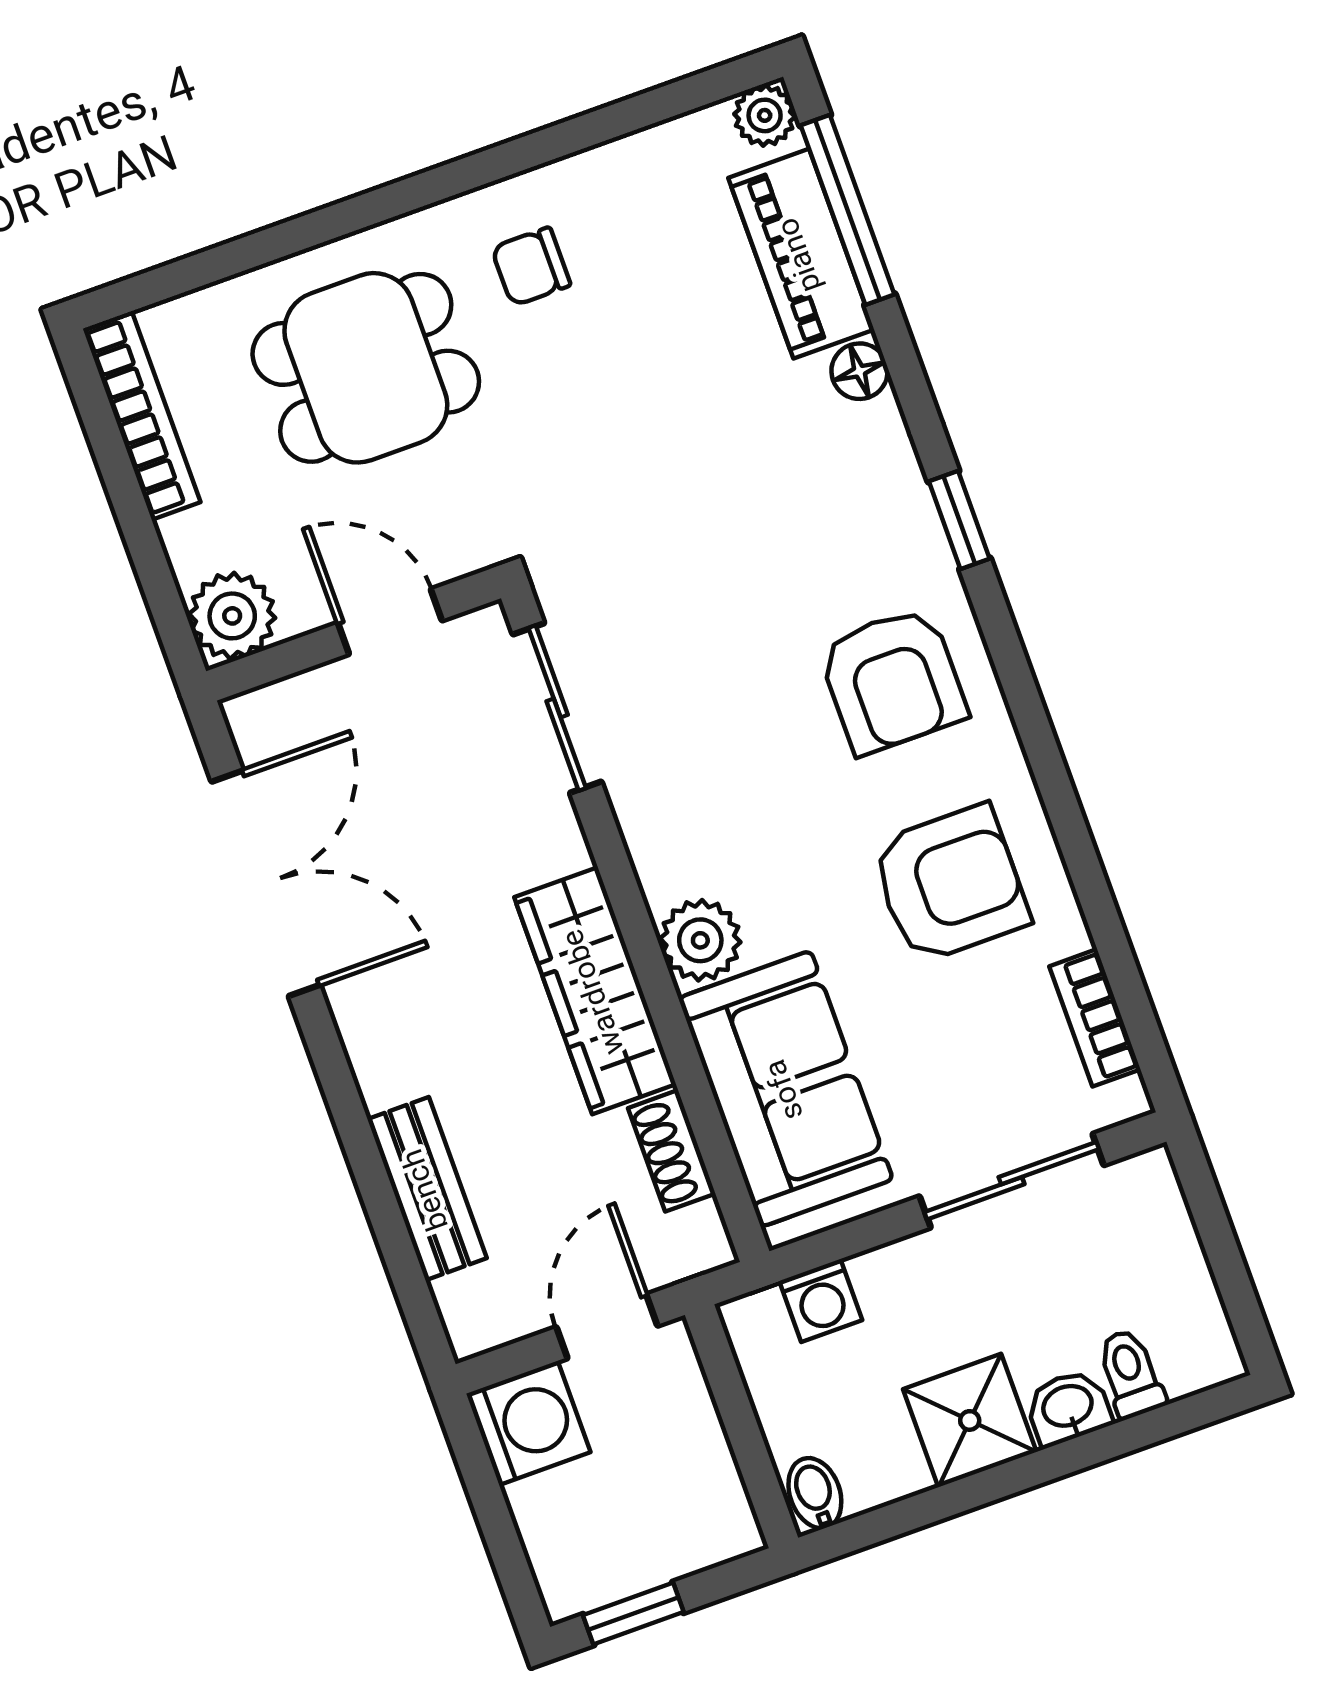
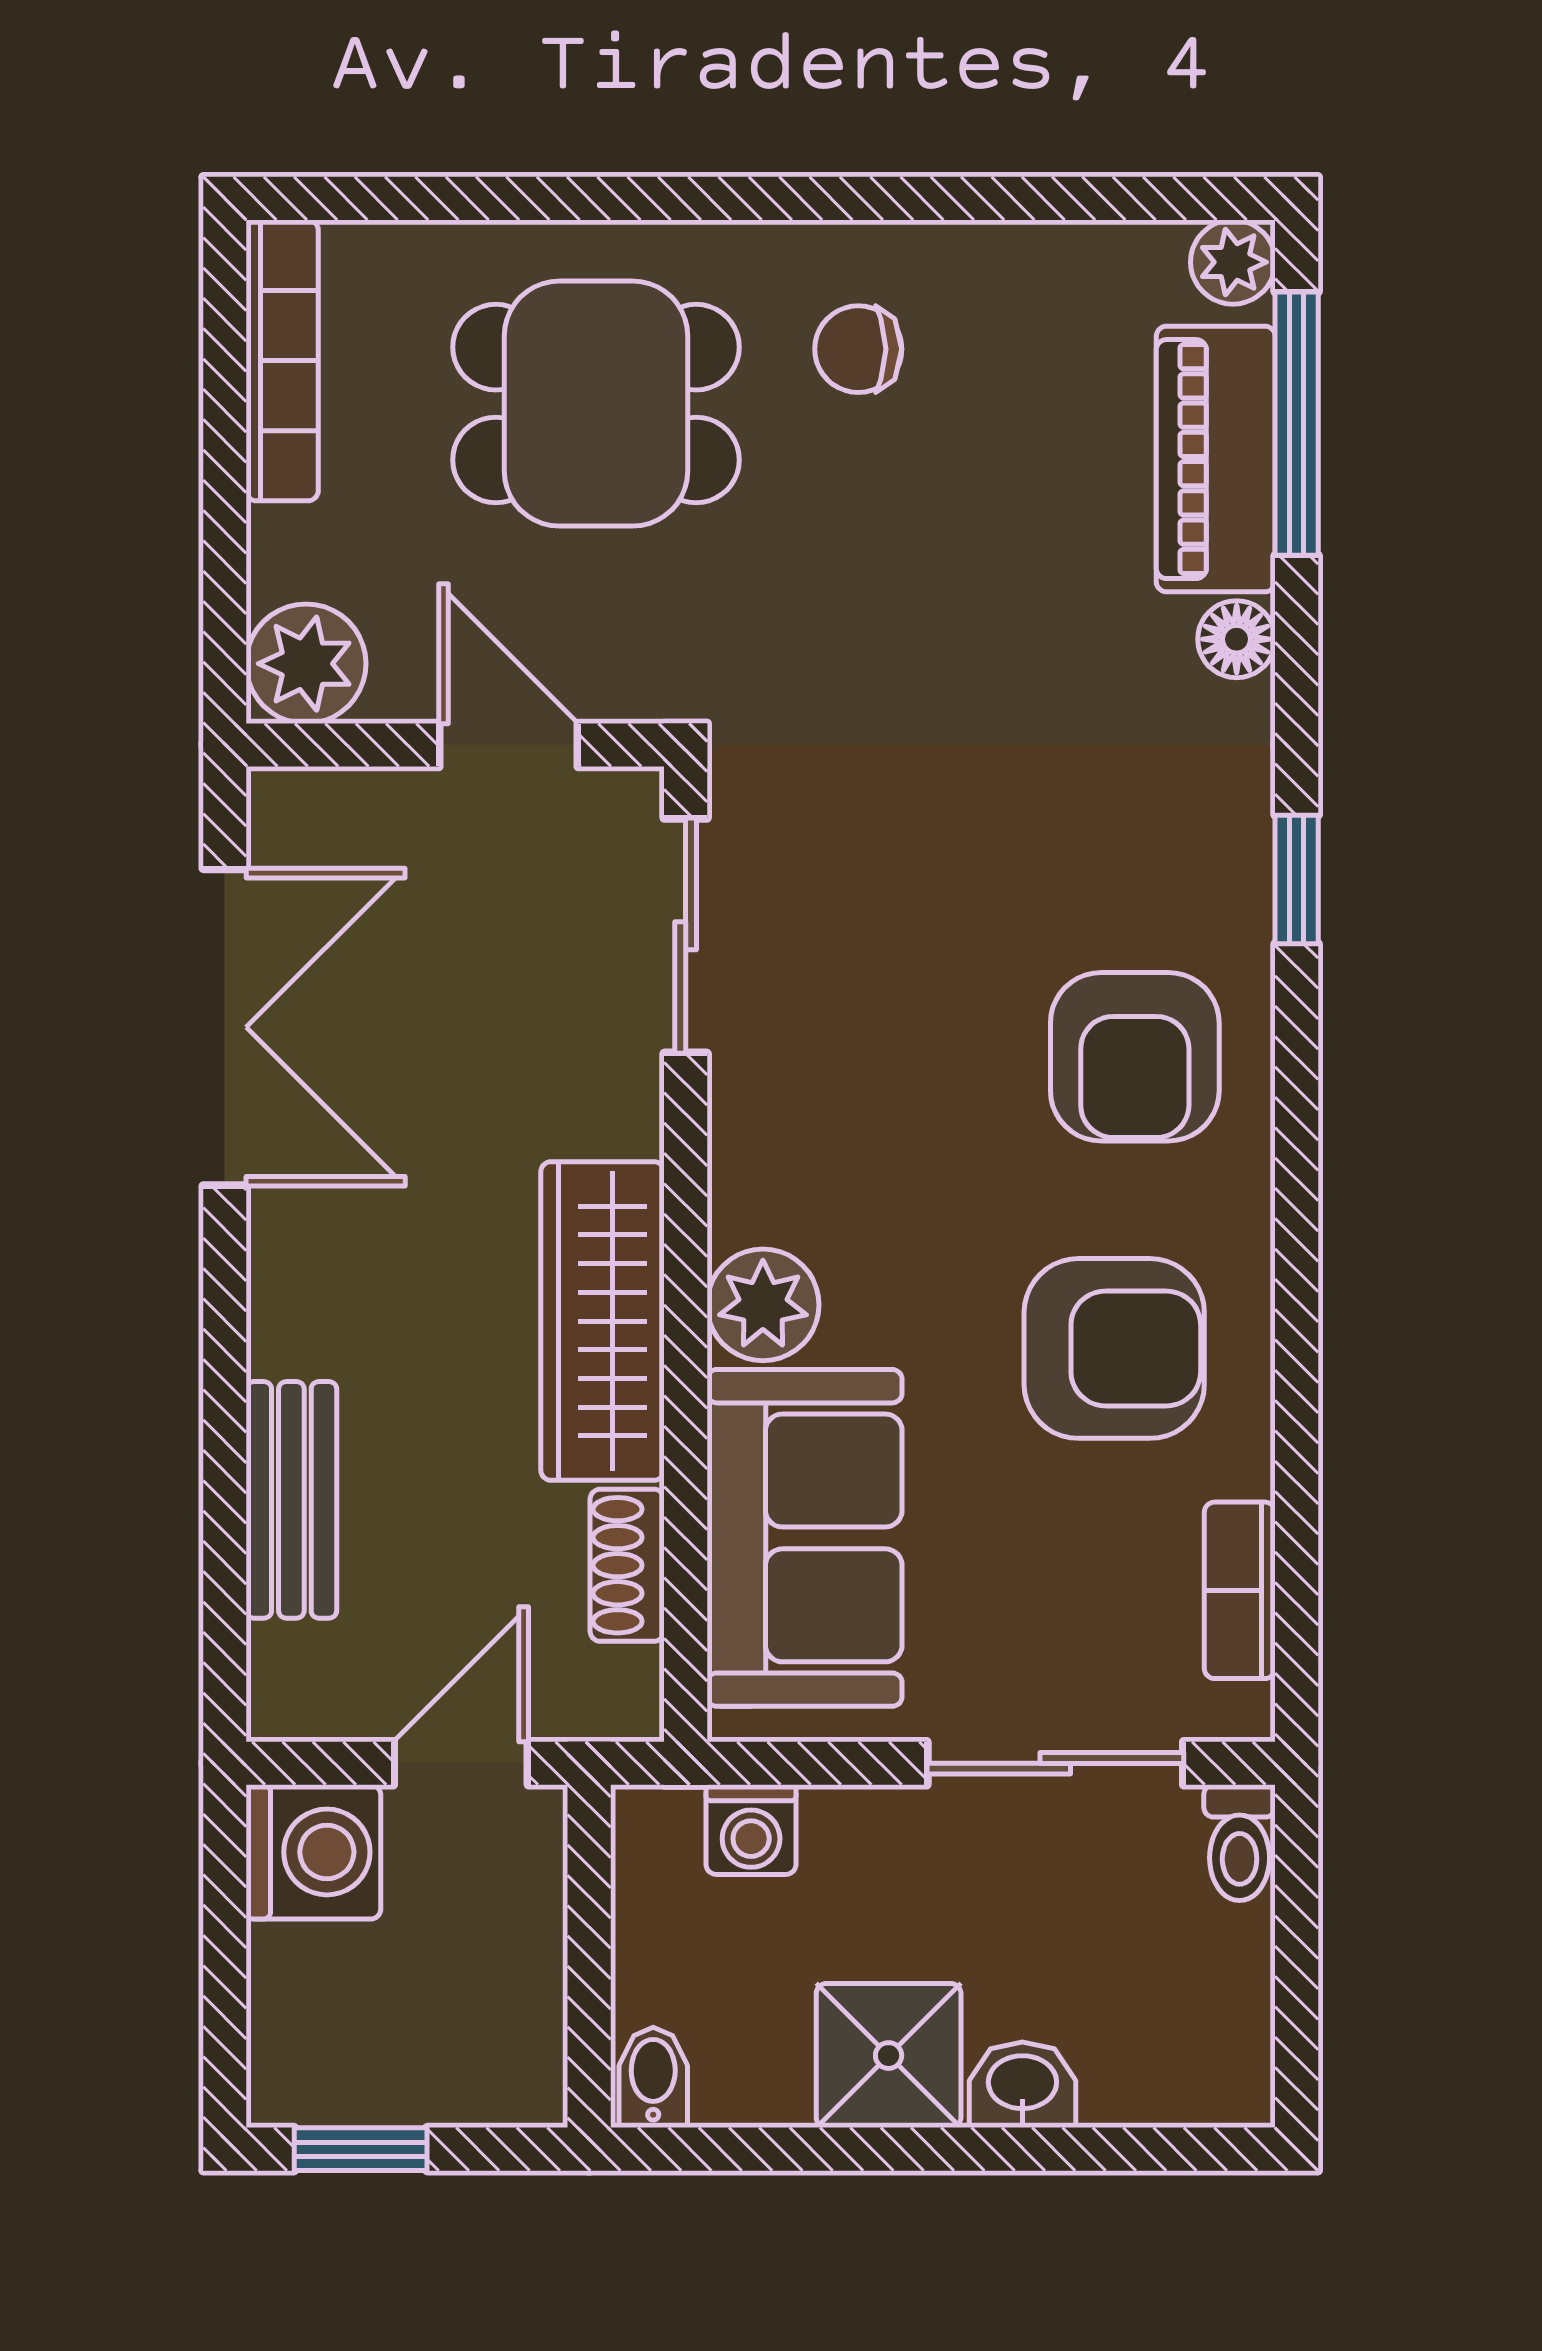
toilet: (1131, 1374) -> (1240, 1843), moved, turned 180

